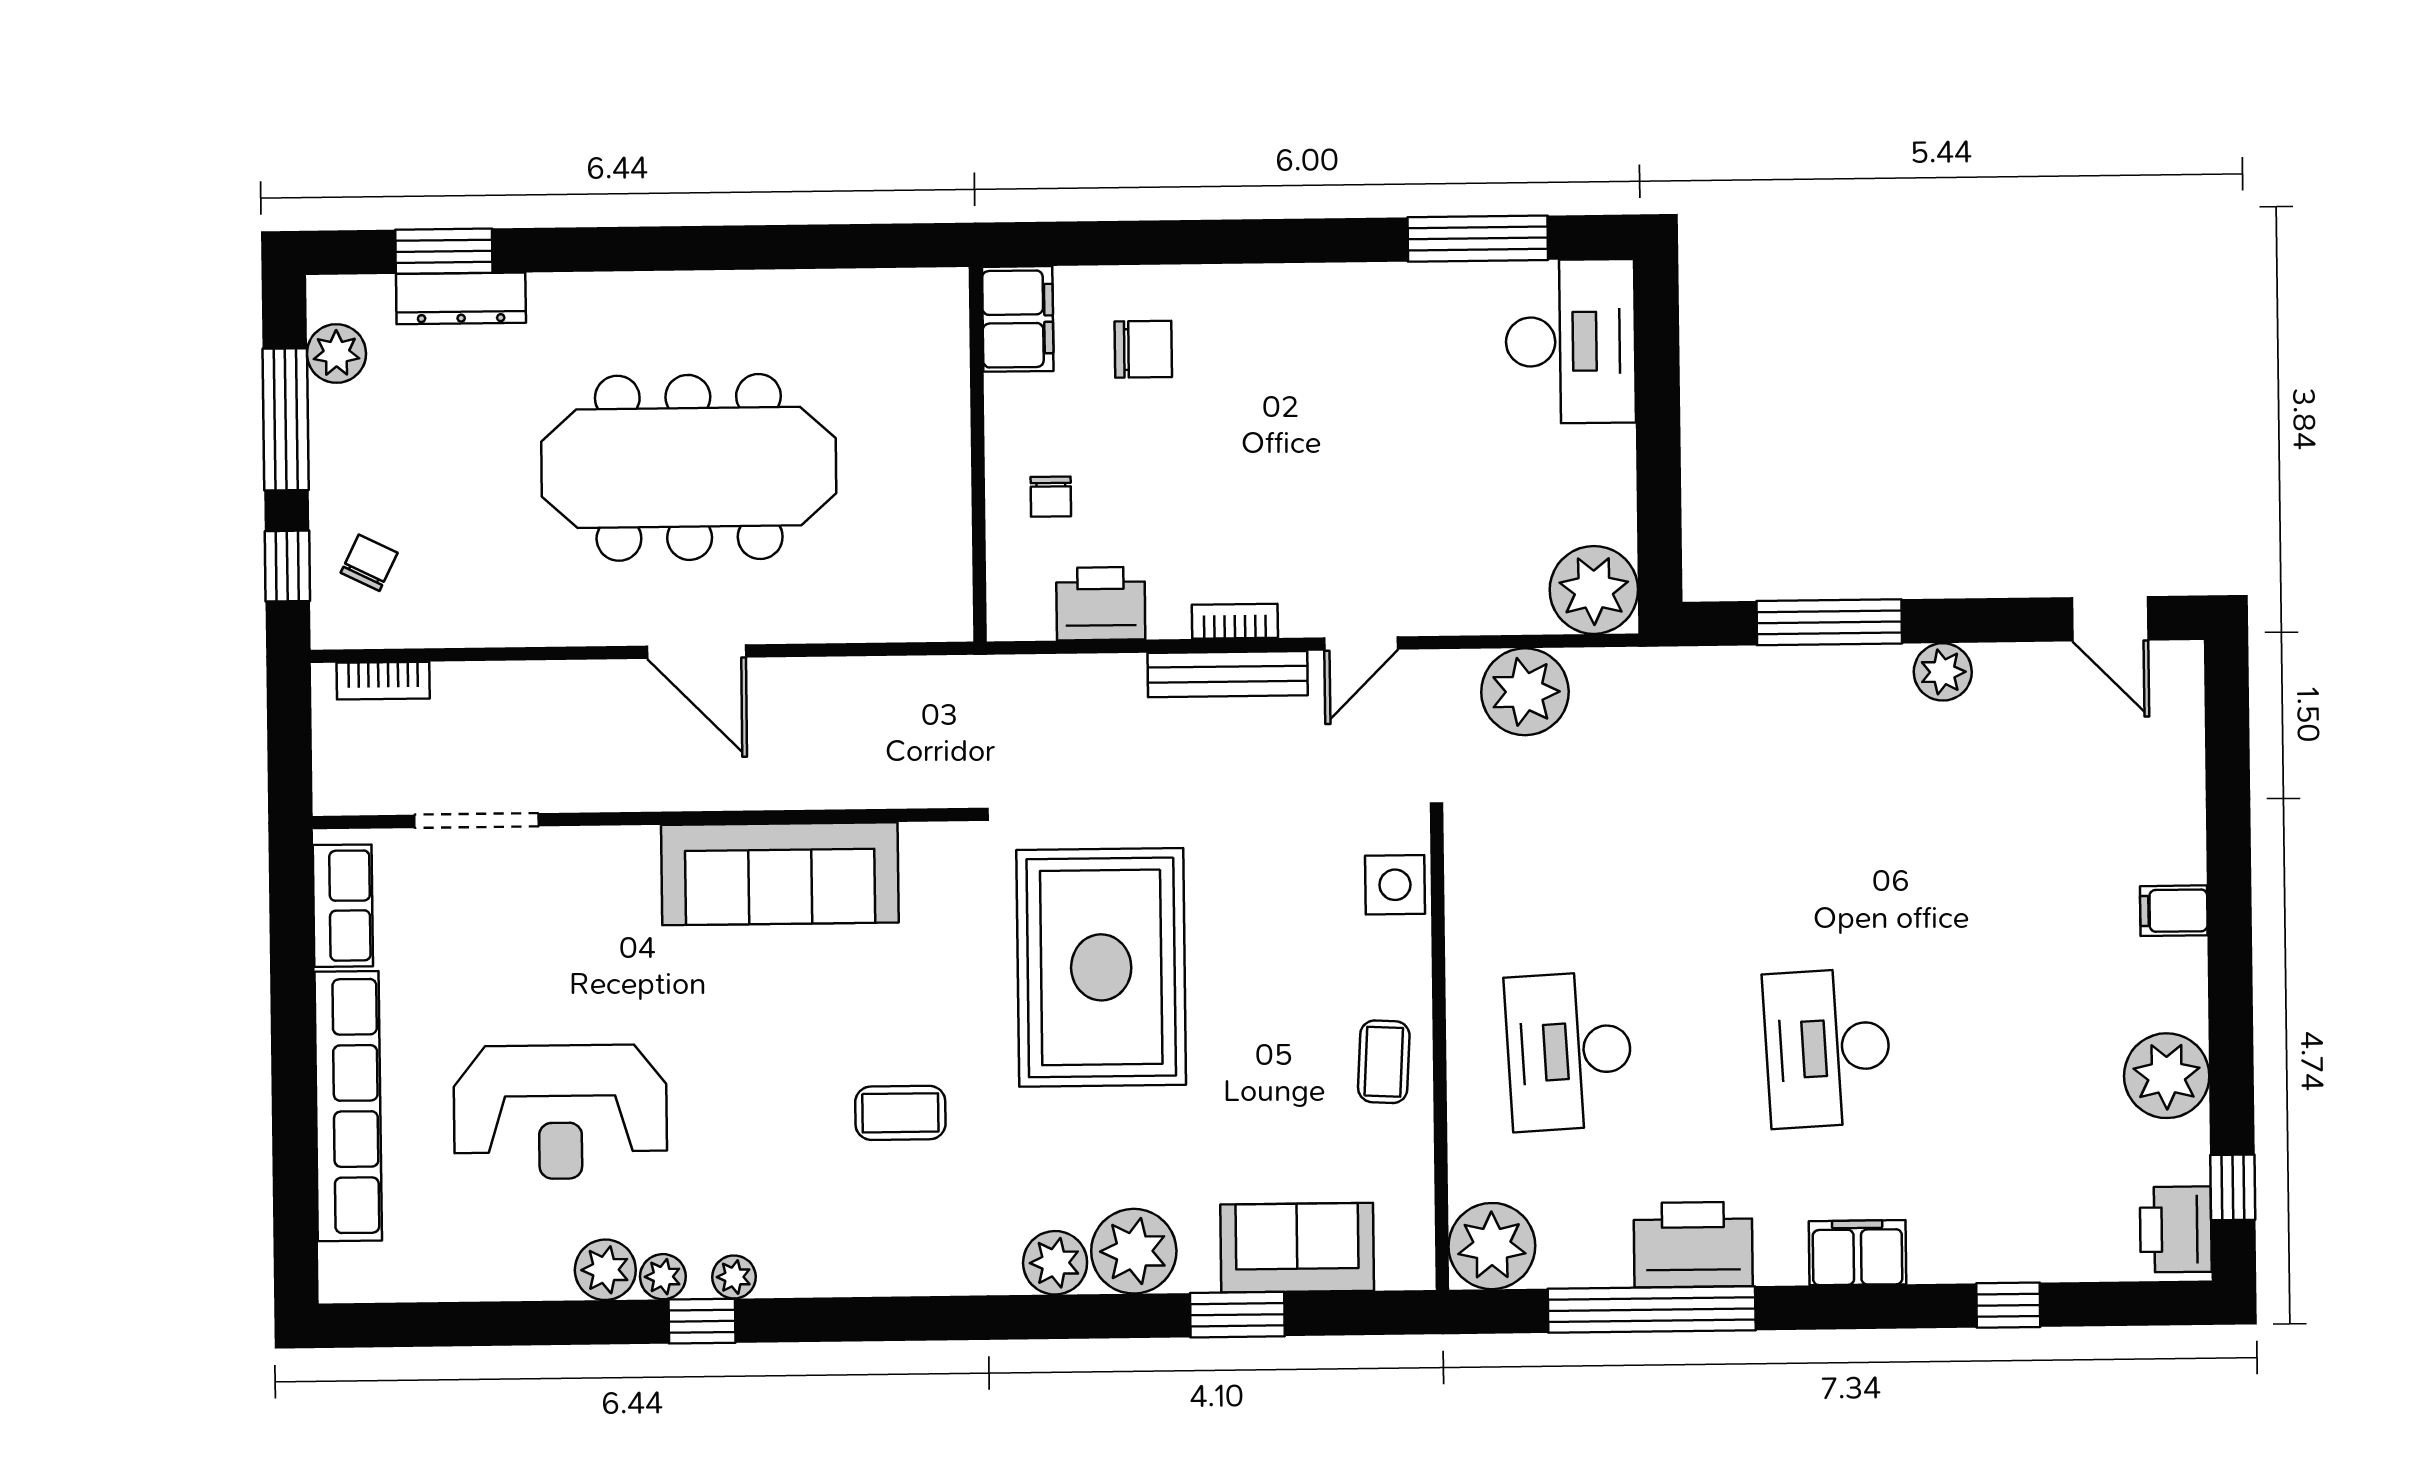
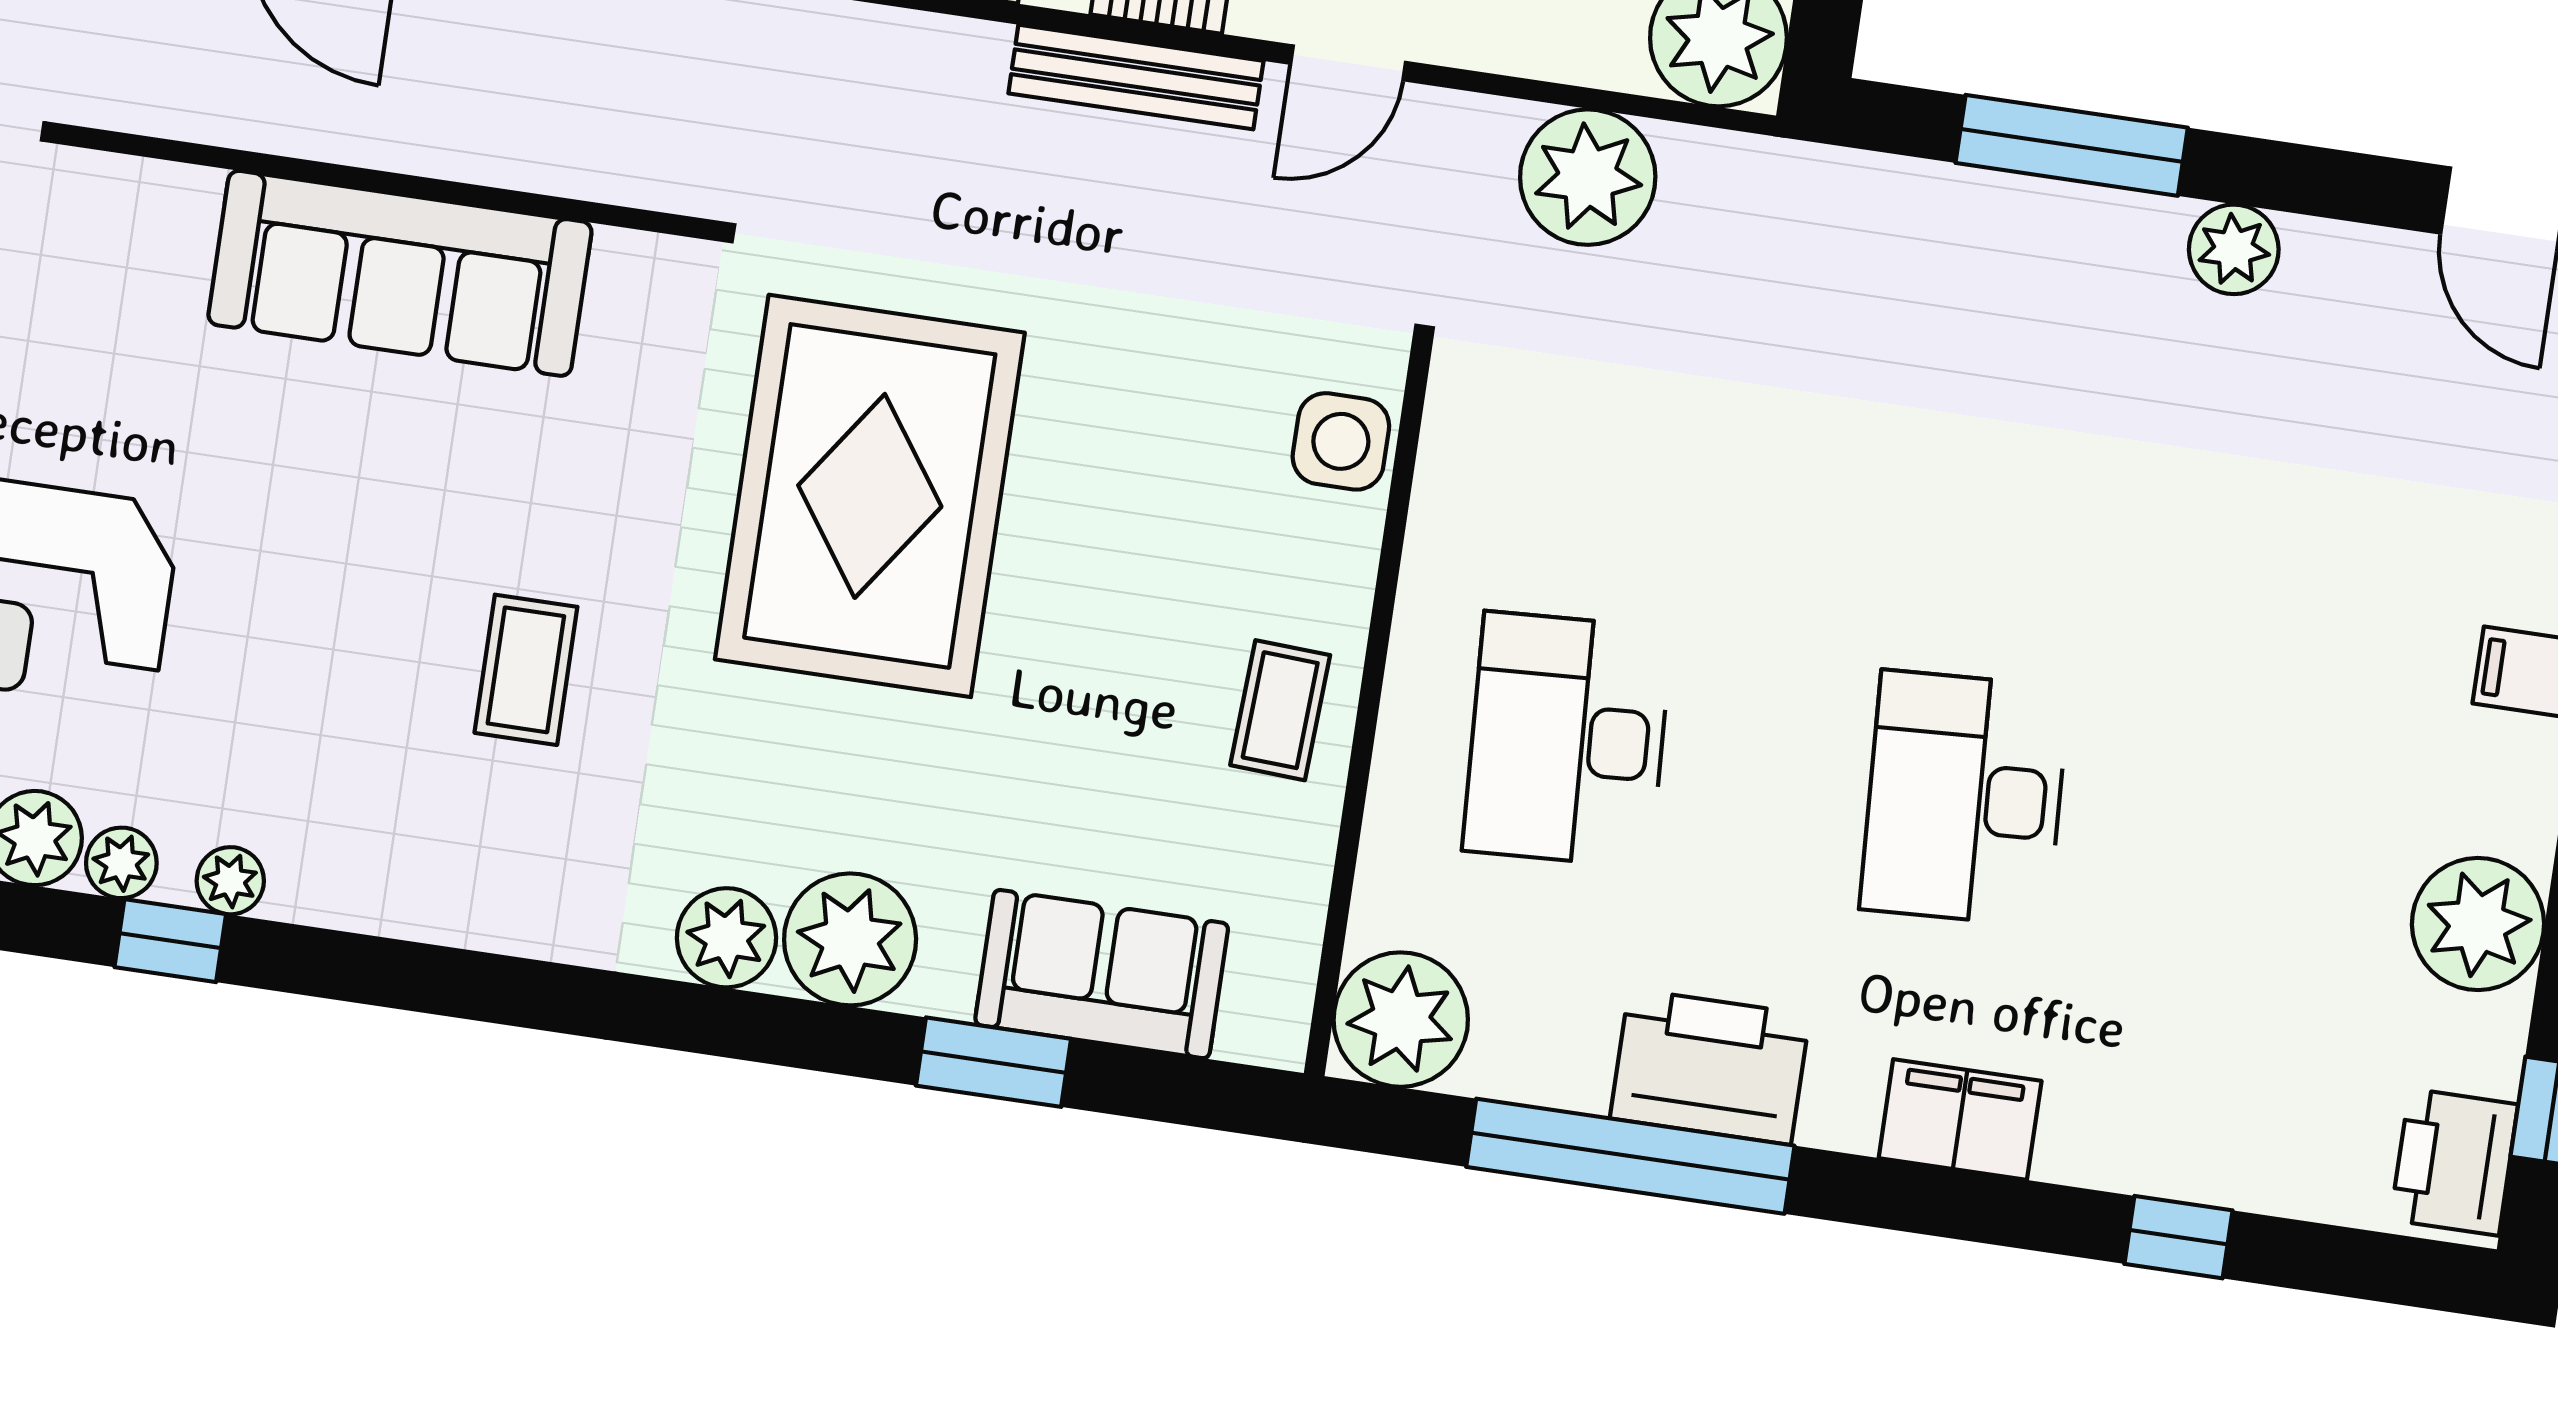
coffee table: (900, 1113) -> (526, 670), turned 90

